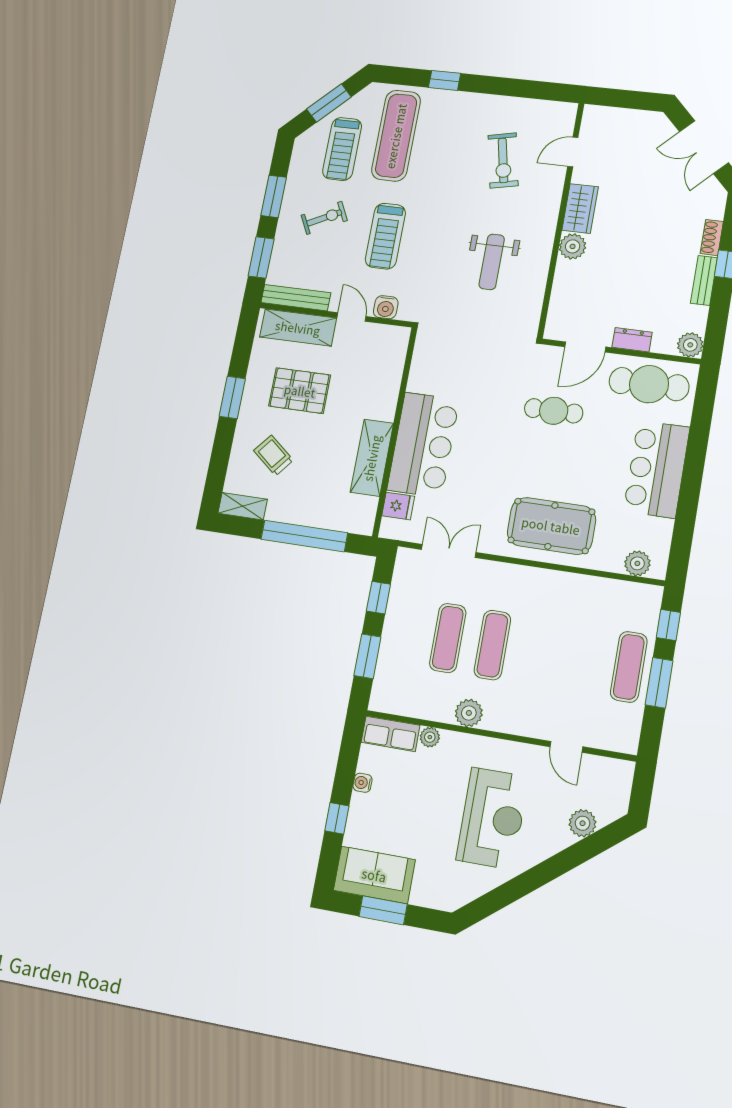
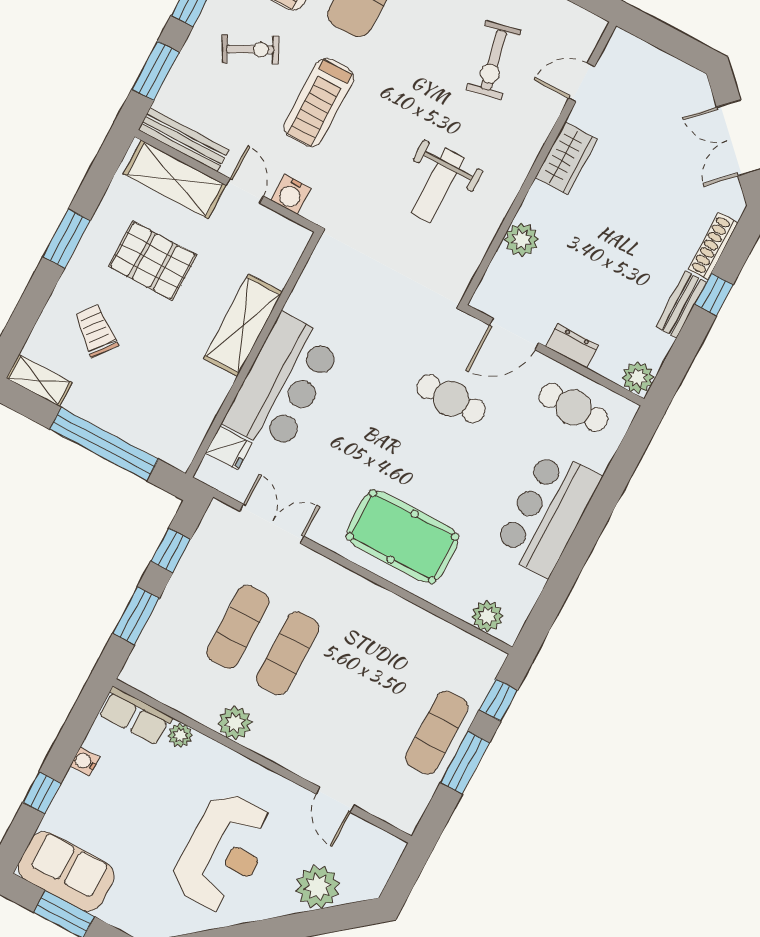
shoe rack: (712, 238) -> (713, 246), width x1.43
plant: (573, 246) -> (522, 240), moved
cafe table: (649, 384) -> (574, 407), width x0.73, depth x0.74
shelving: (372, 458) -> (243, 325), moved
plant: (583, 823) -> (318, 887), width x1.36, depth x1.36

